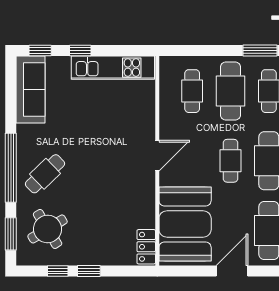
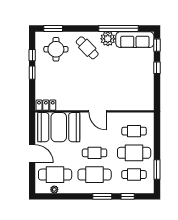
kitchen unit: (113, 68) -> (147, 86), removed
plant: (29, 137) -> (108, 39), added
window: (11, 168) -> (118, 28), moved
round table: (48, 229) -> (56, 49), turned 31

